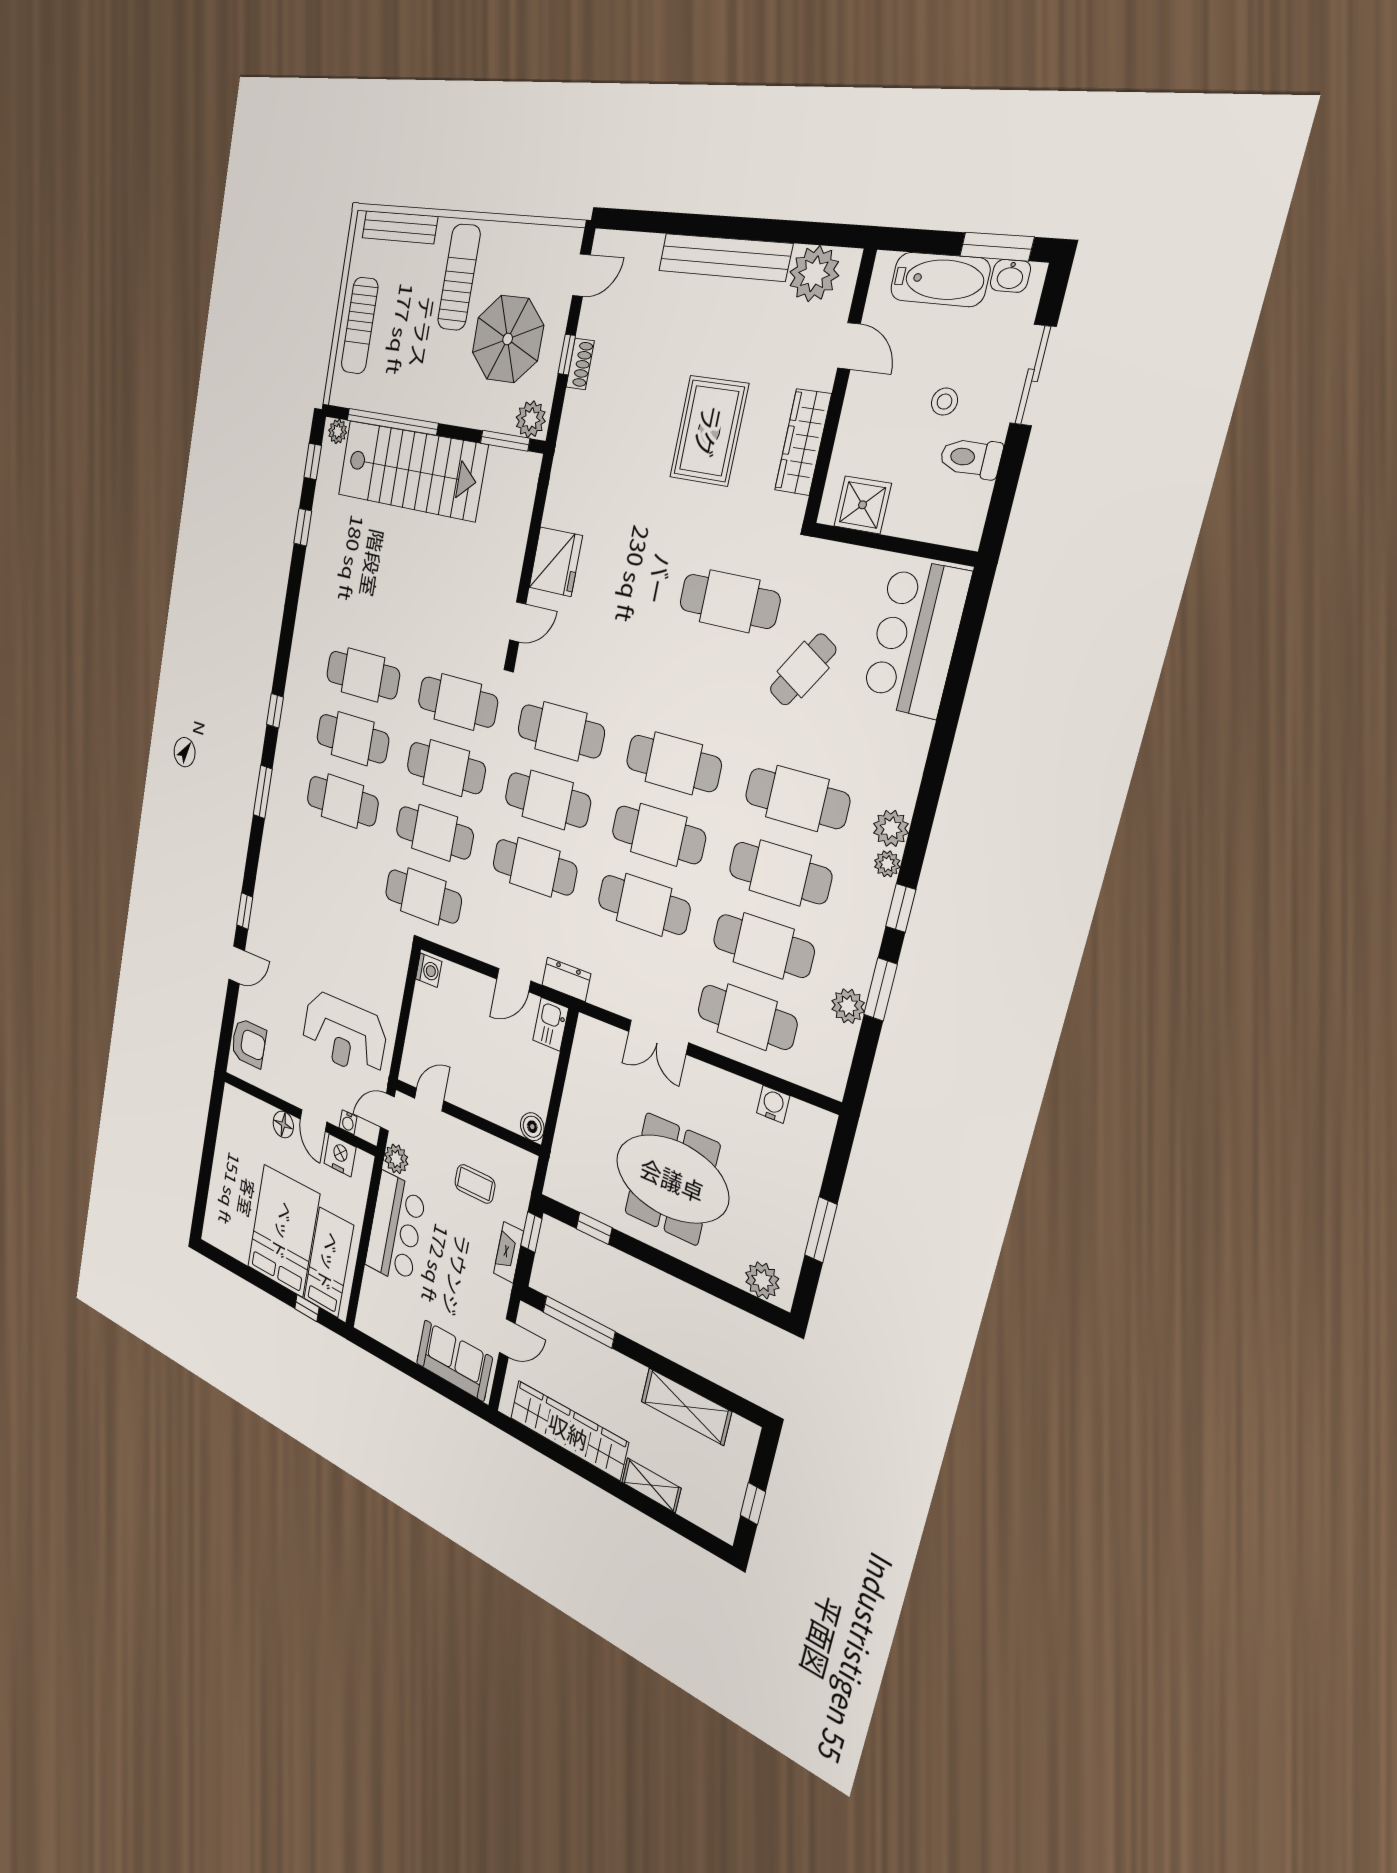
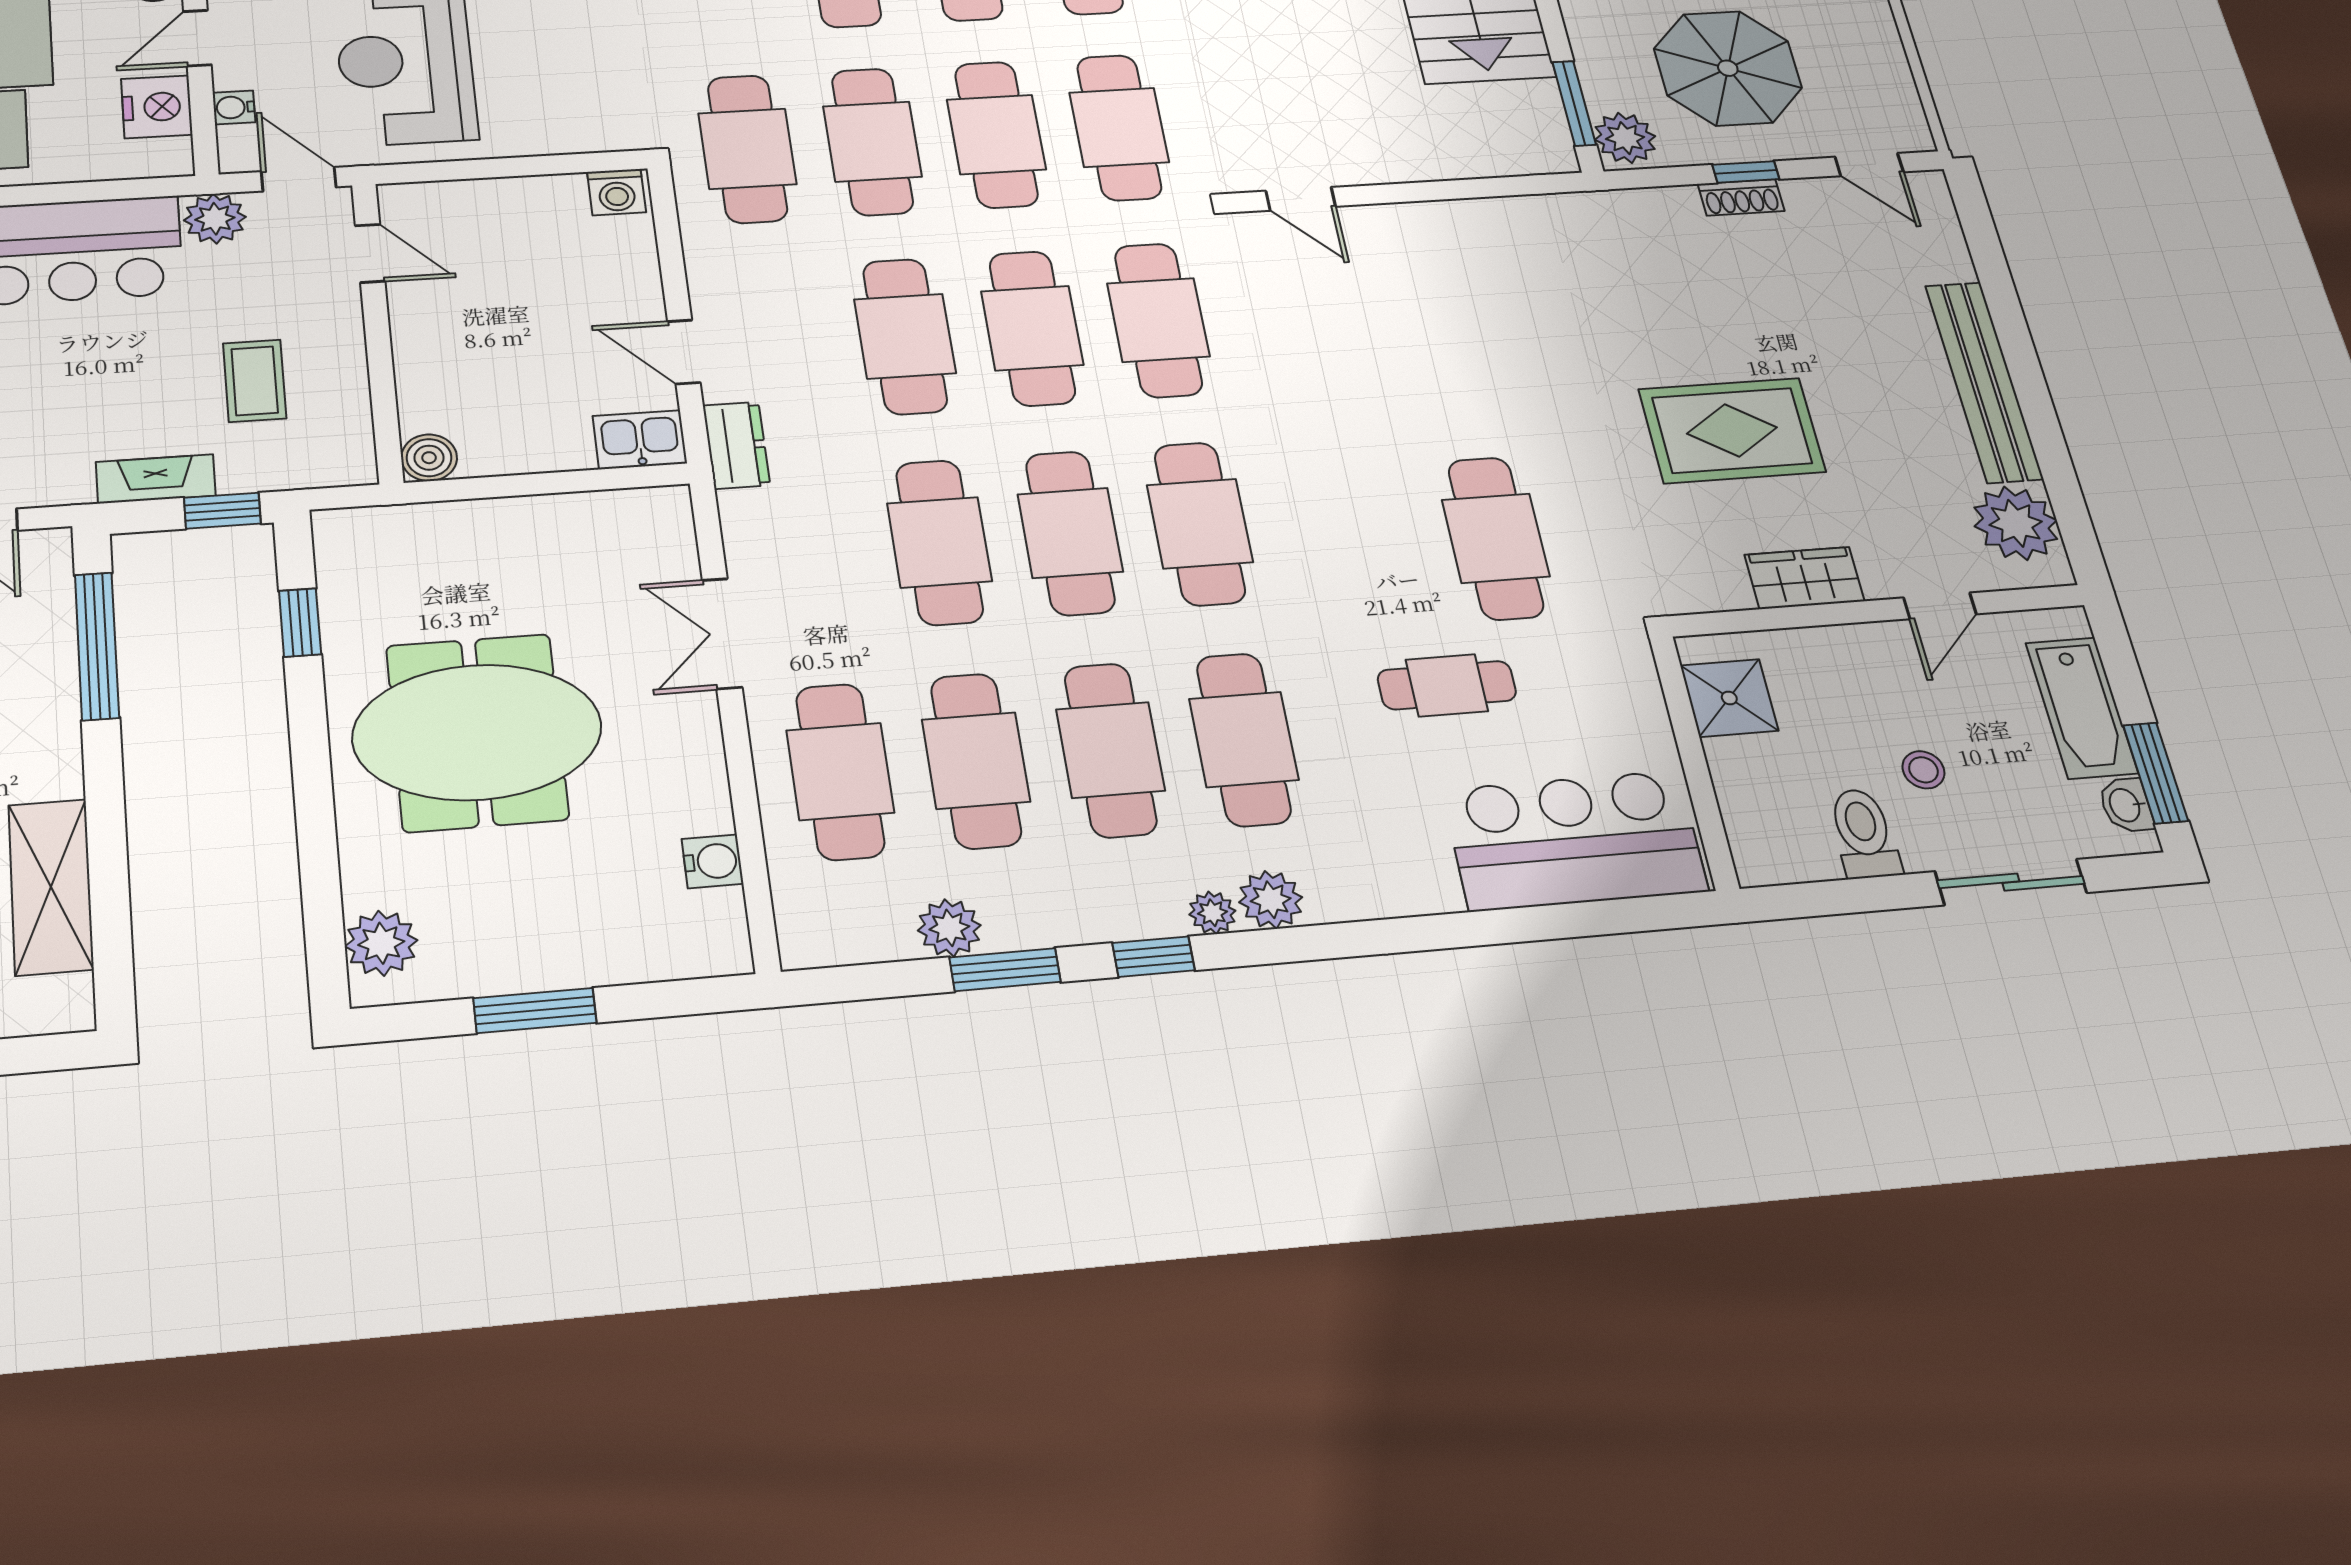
wardrobe: (803, 442) -> (1804, 578), width x0.67
fridge: (556, 562) -> (1426, 238), removed
cafe table: (803, 670) -> (1447, 685), turned -32
meeting table: (672, 1179) -> (477, 732), turned 90

